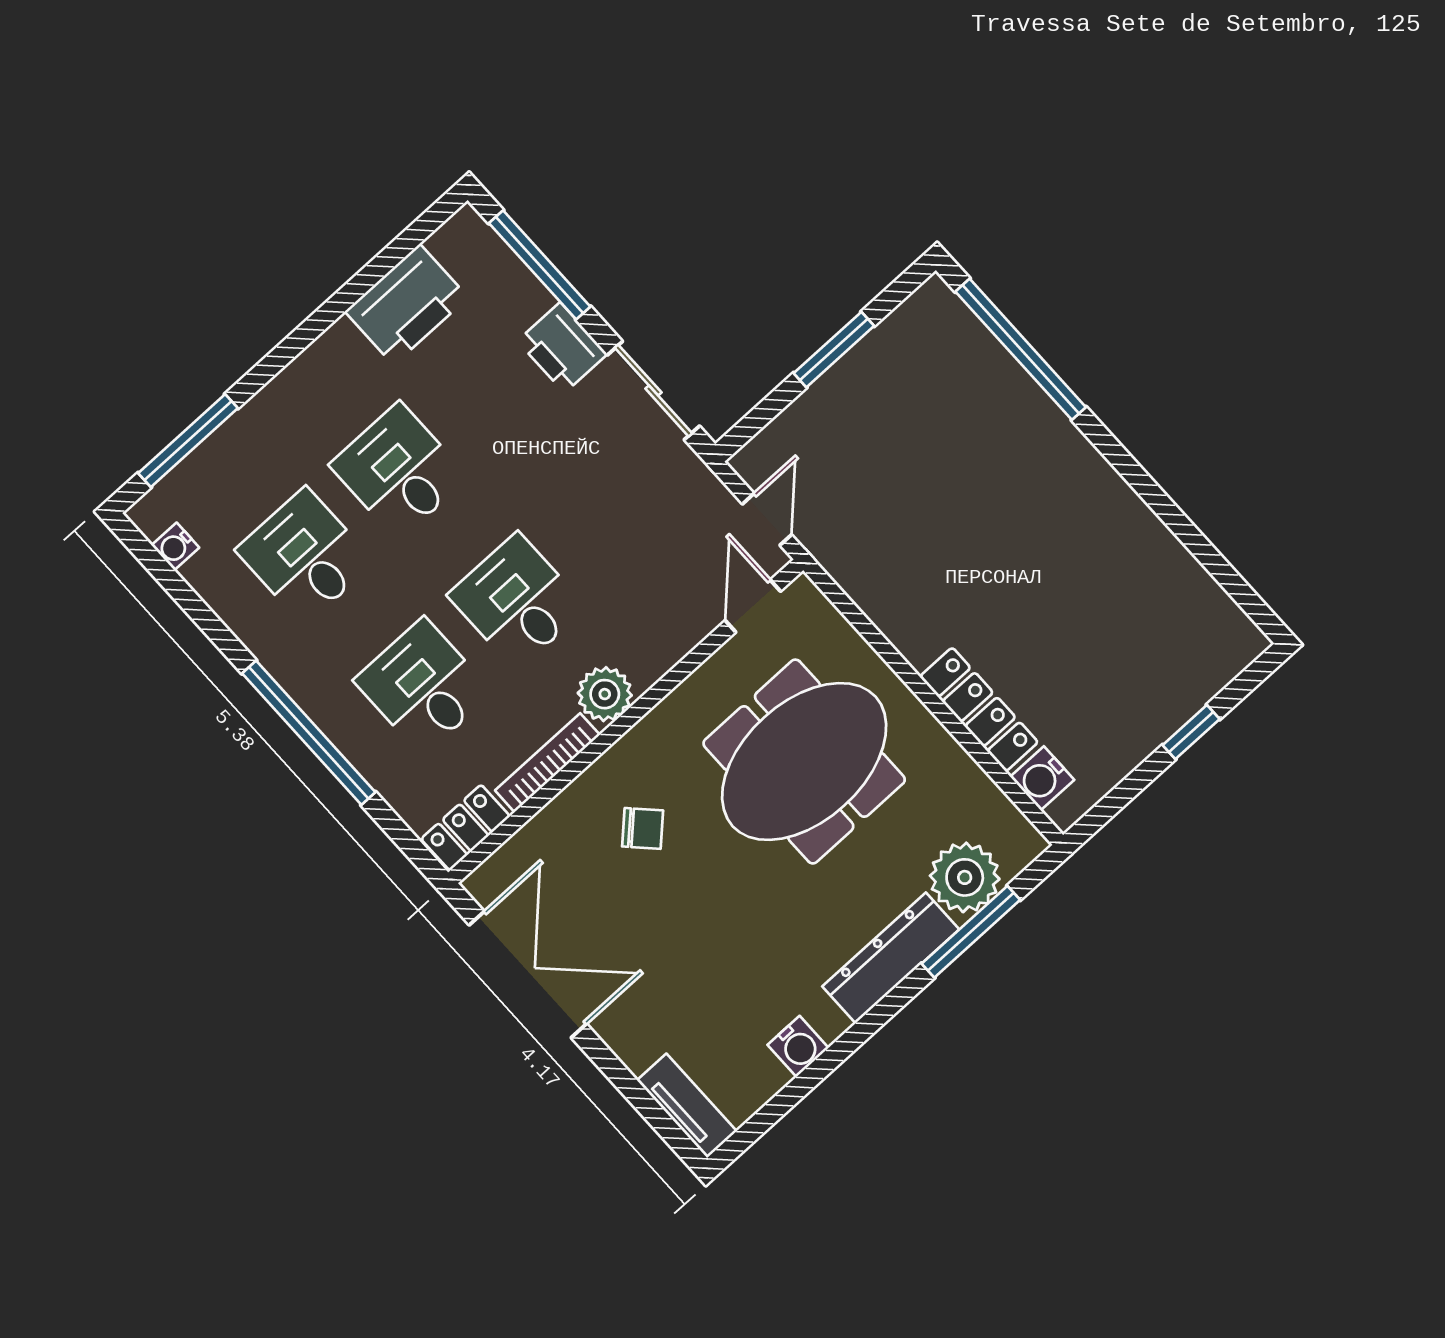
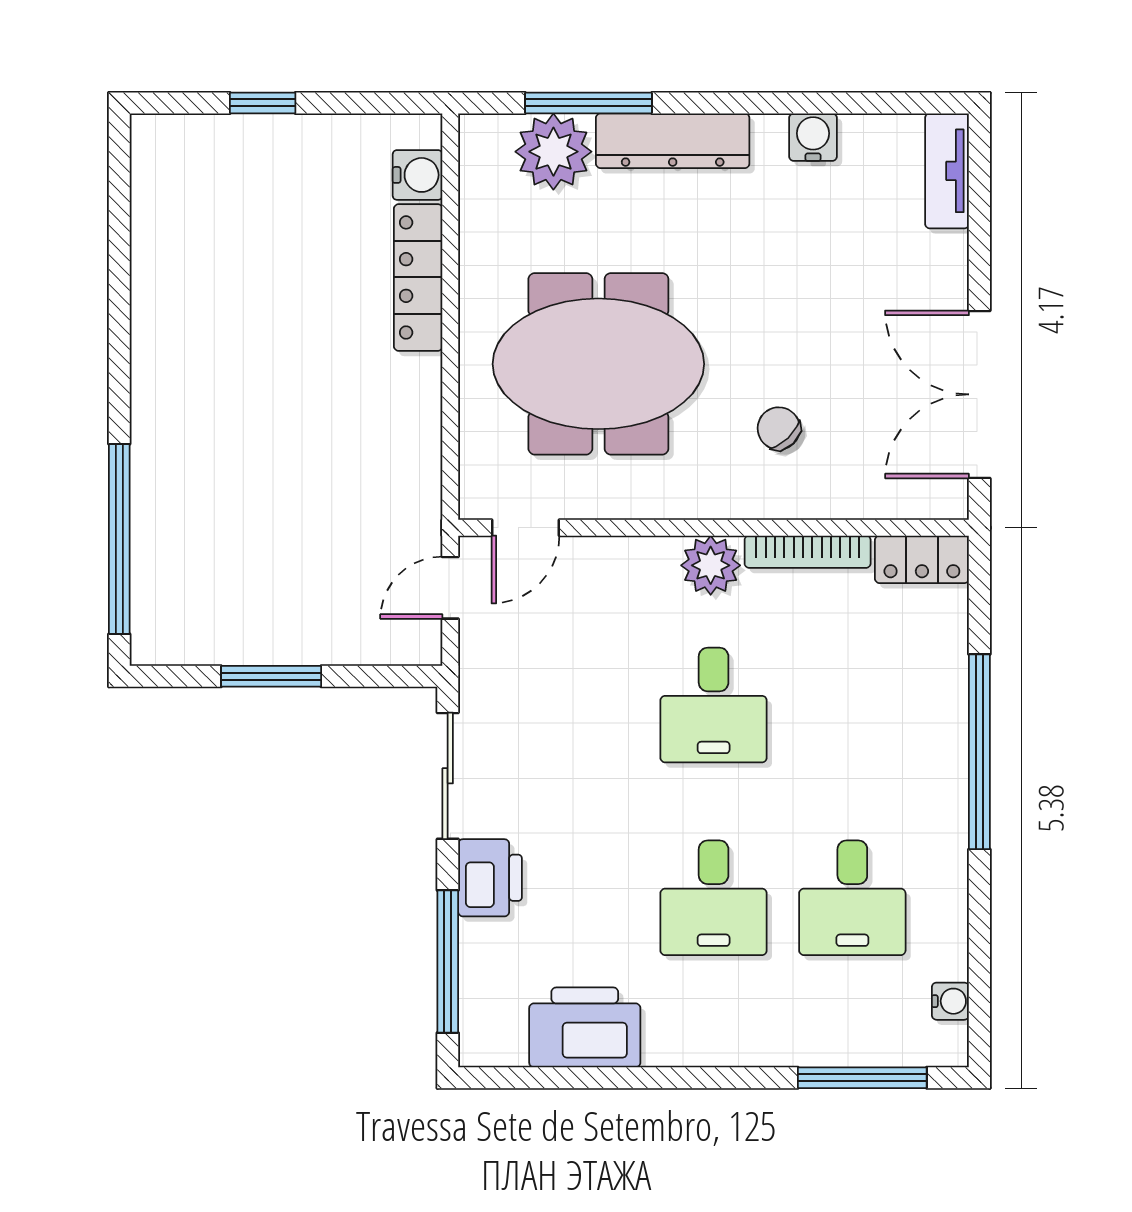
desk: (423, 686) -> (852, 705), removed

